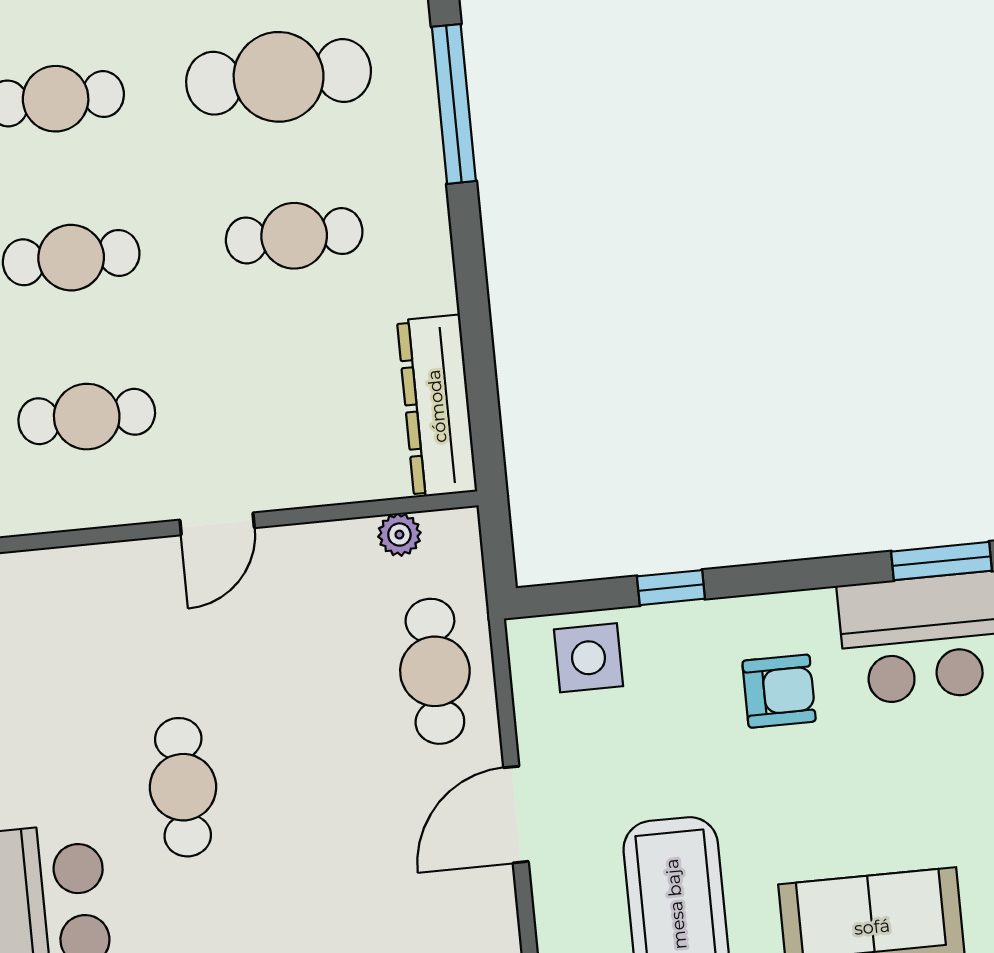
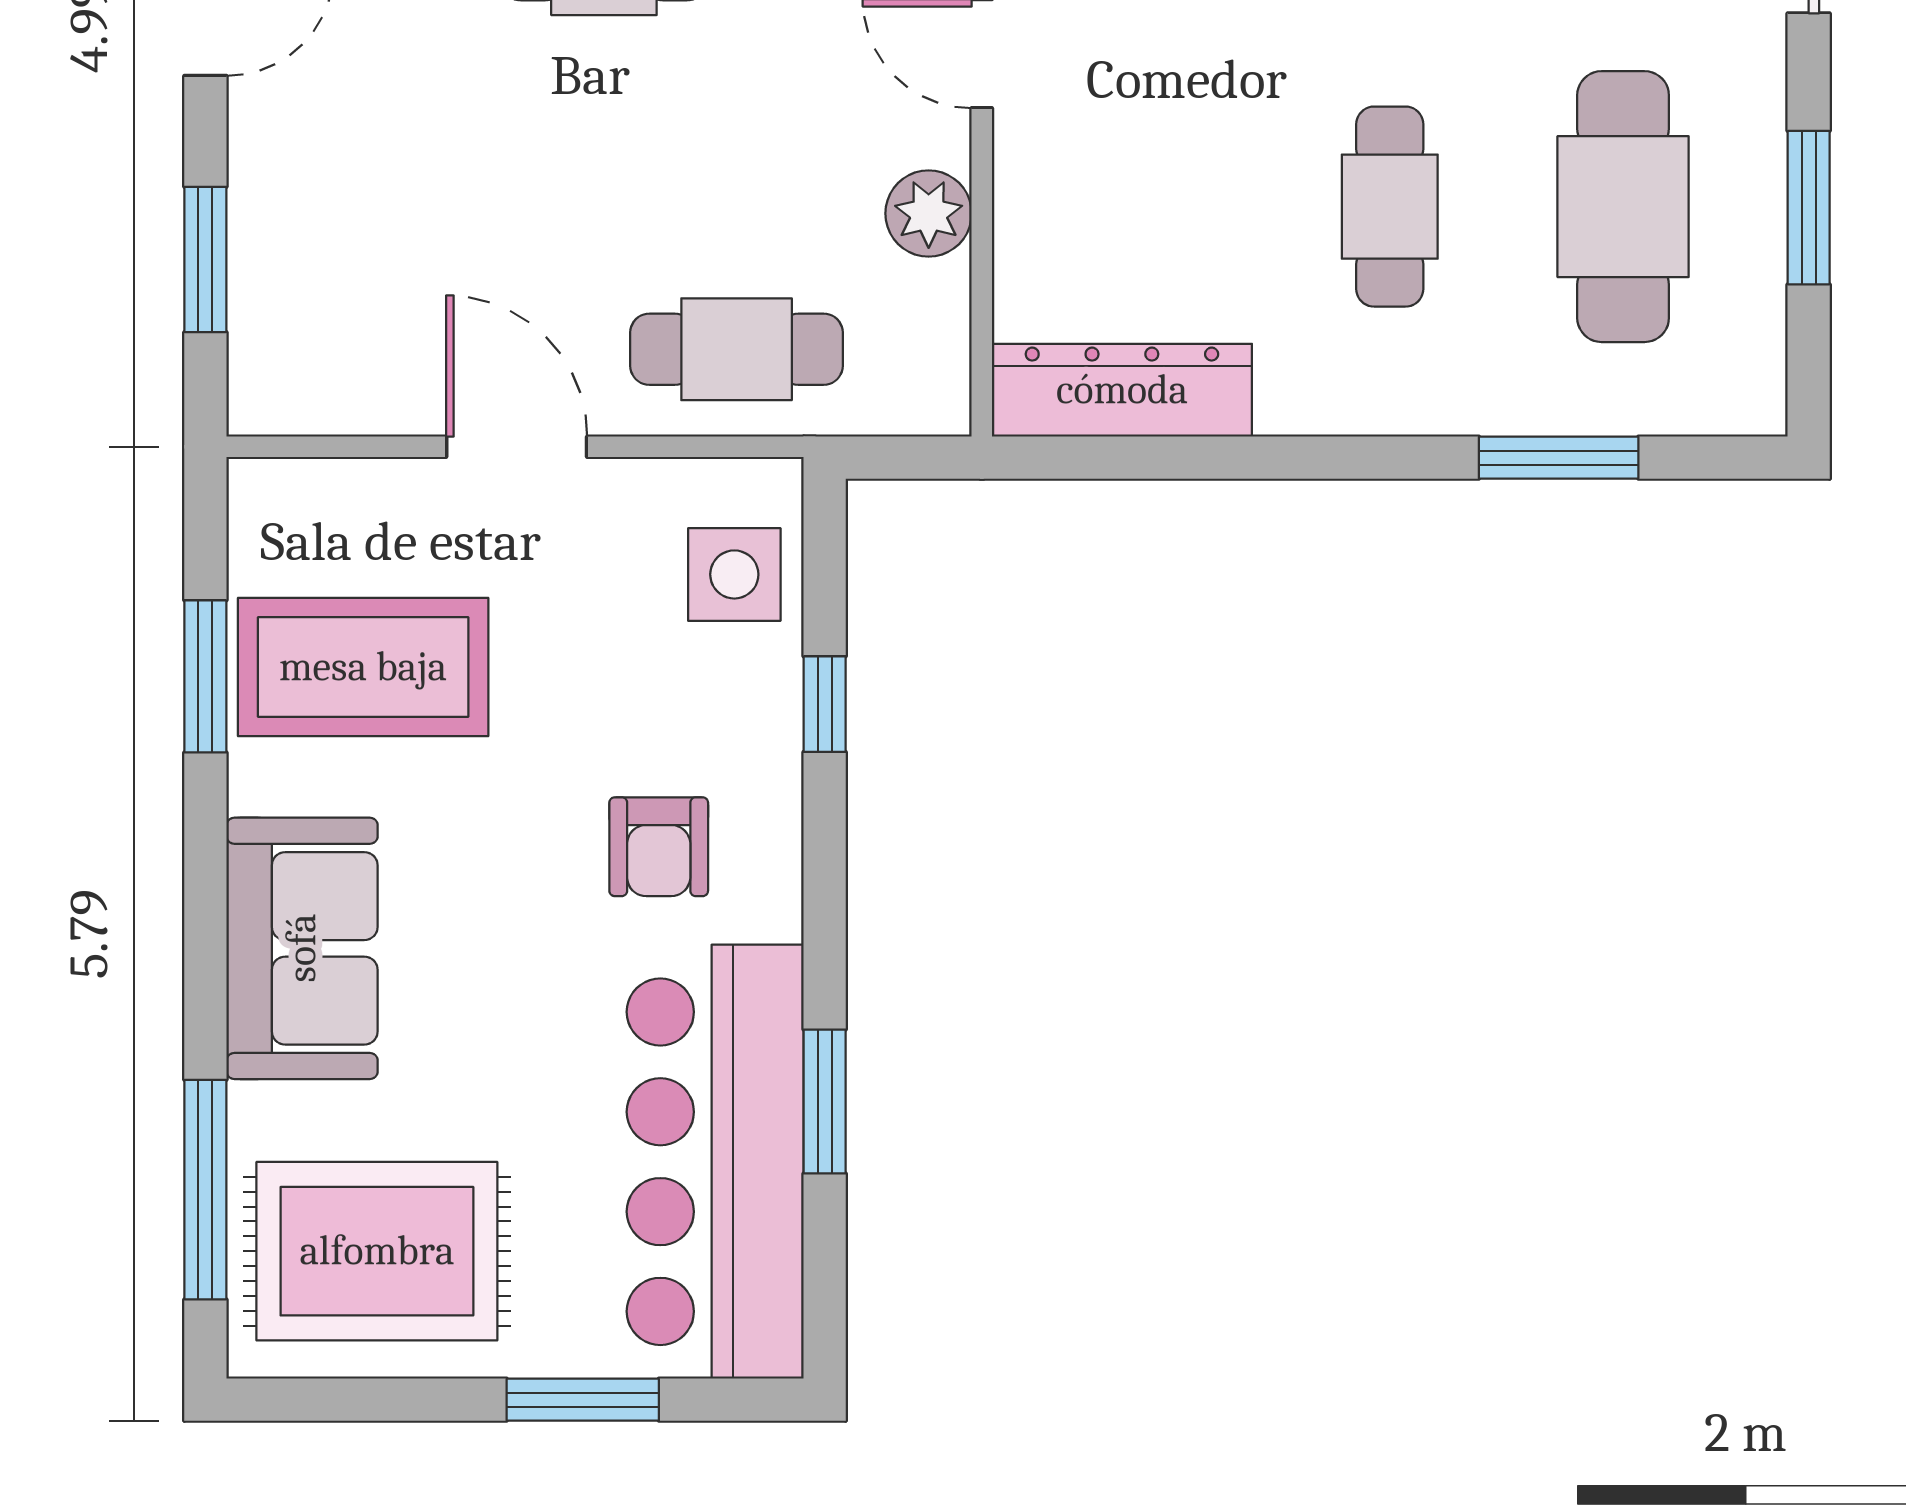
window: (454, 104) -> (1559, 458), width x0.69
plant: (399, 535) -> (929, 213), moved, width x1.38, depth x1.38

